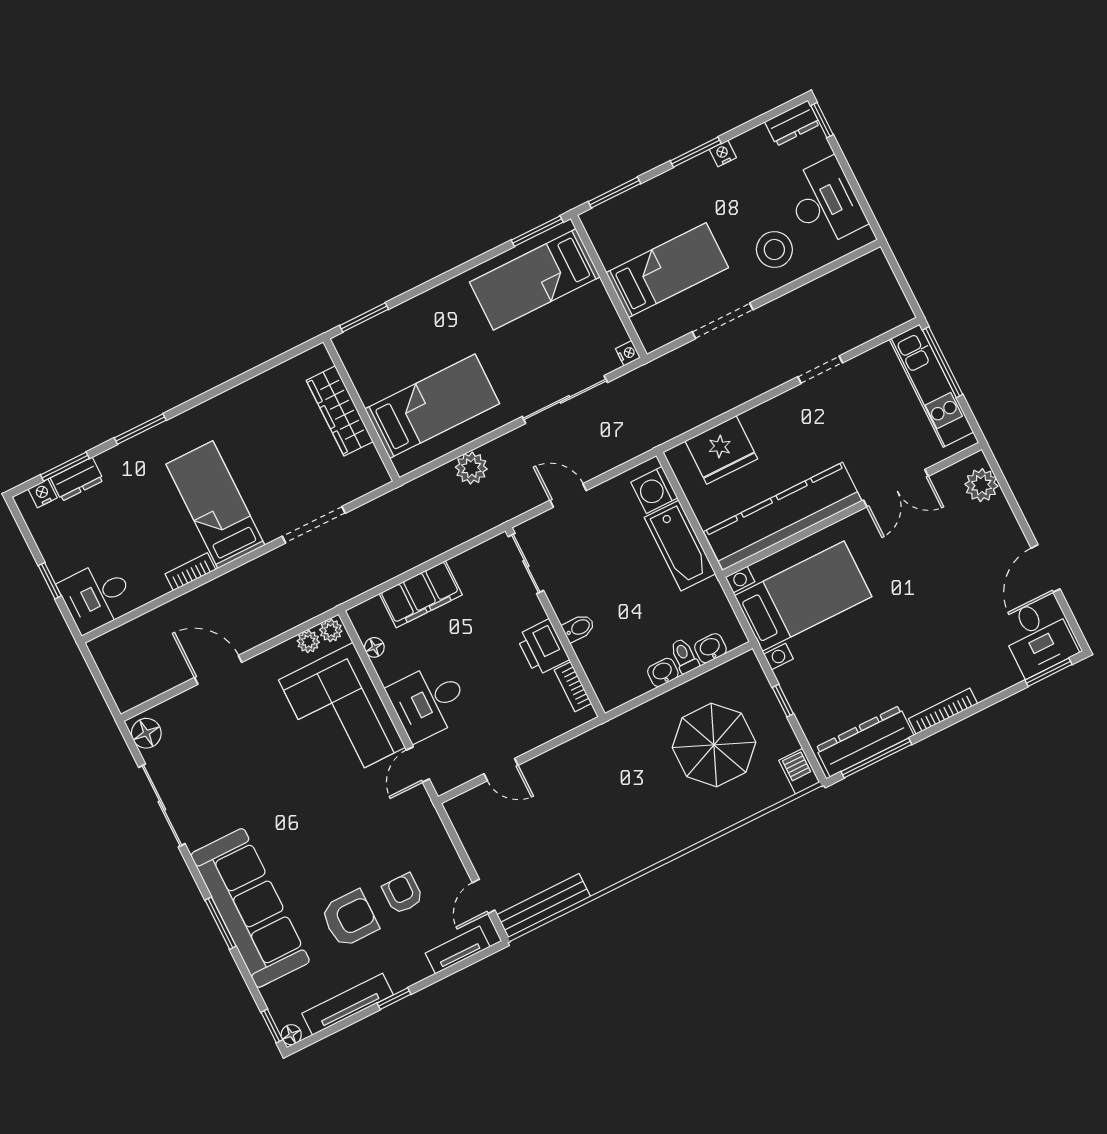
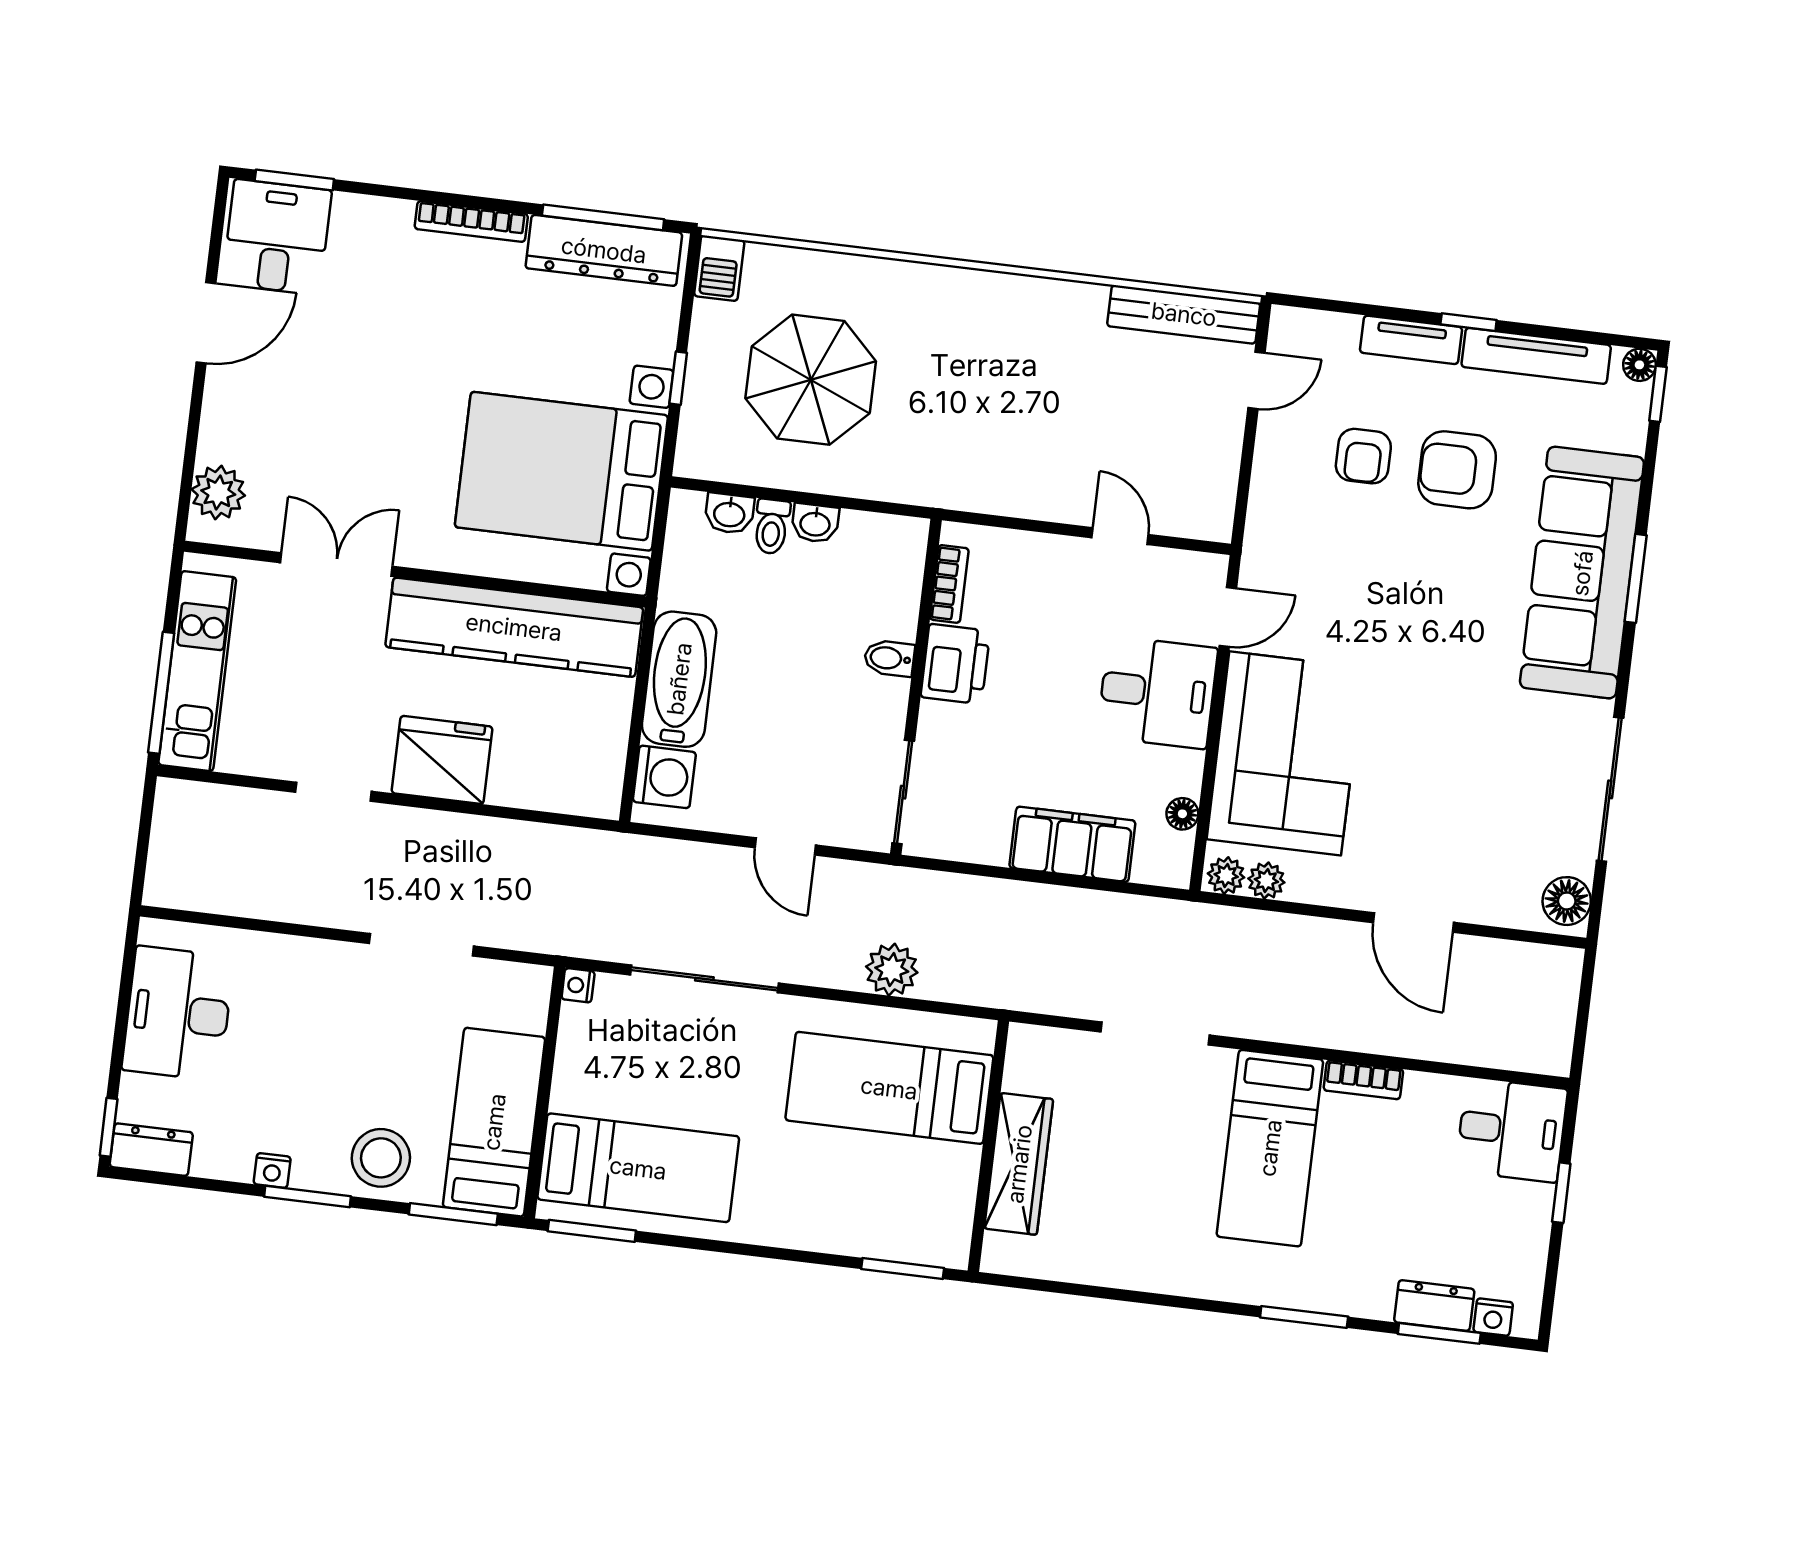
stool: (774, 250) -> (381, 1158), moved
bed: (667, 270) -> (494, 1122), moved, turned 90
fridge: (721, 450) -> (442, 760), moved
bed with nightstands: (803, 596) -> (561, 471), width x1.36
tv unit: (458, 950) -> (1411, 340), moved

